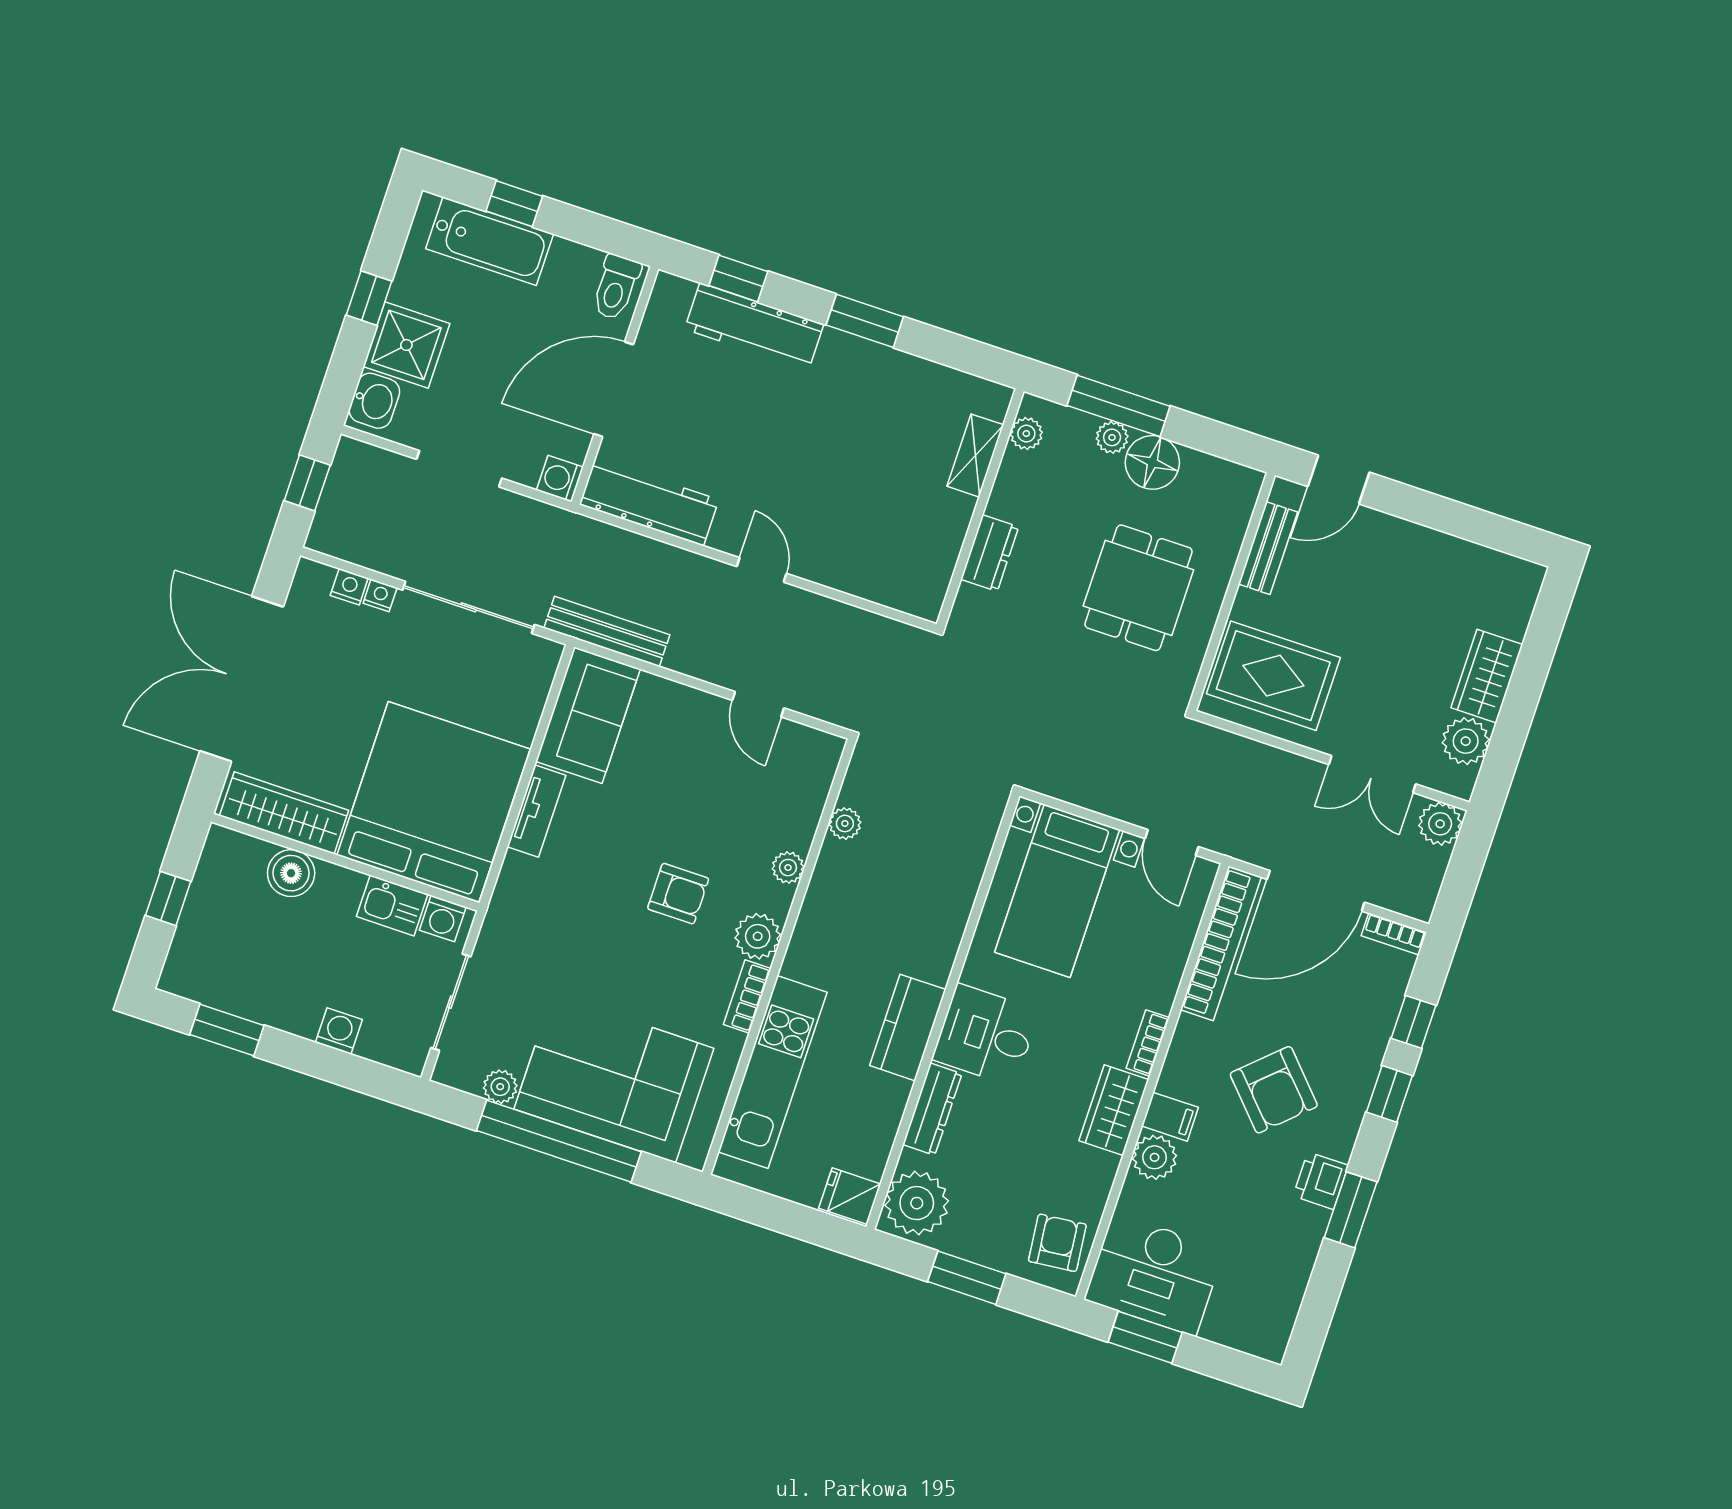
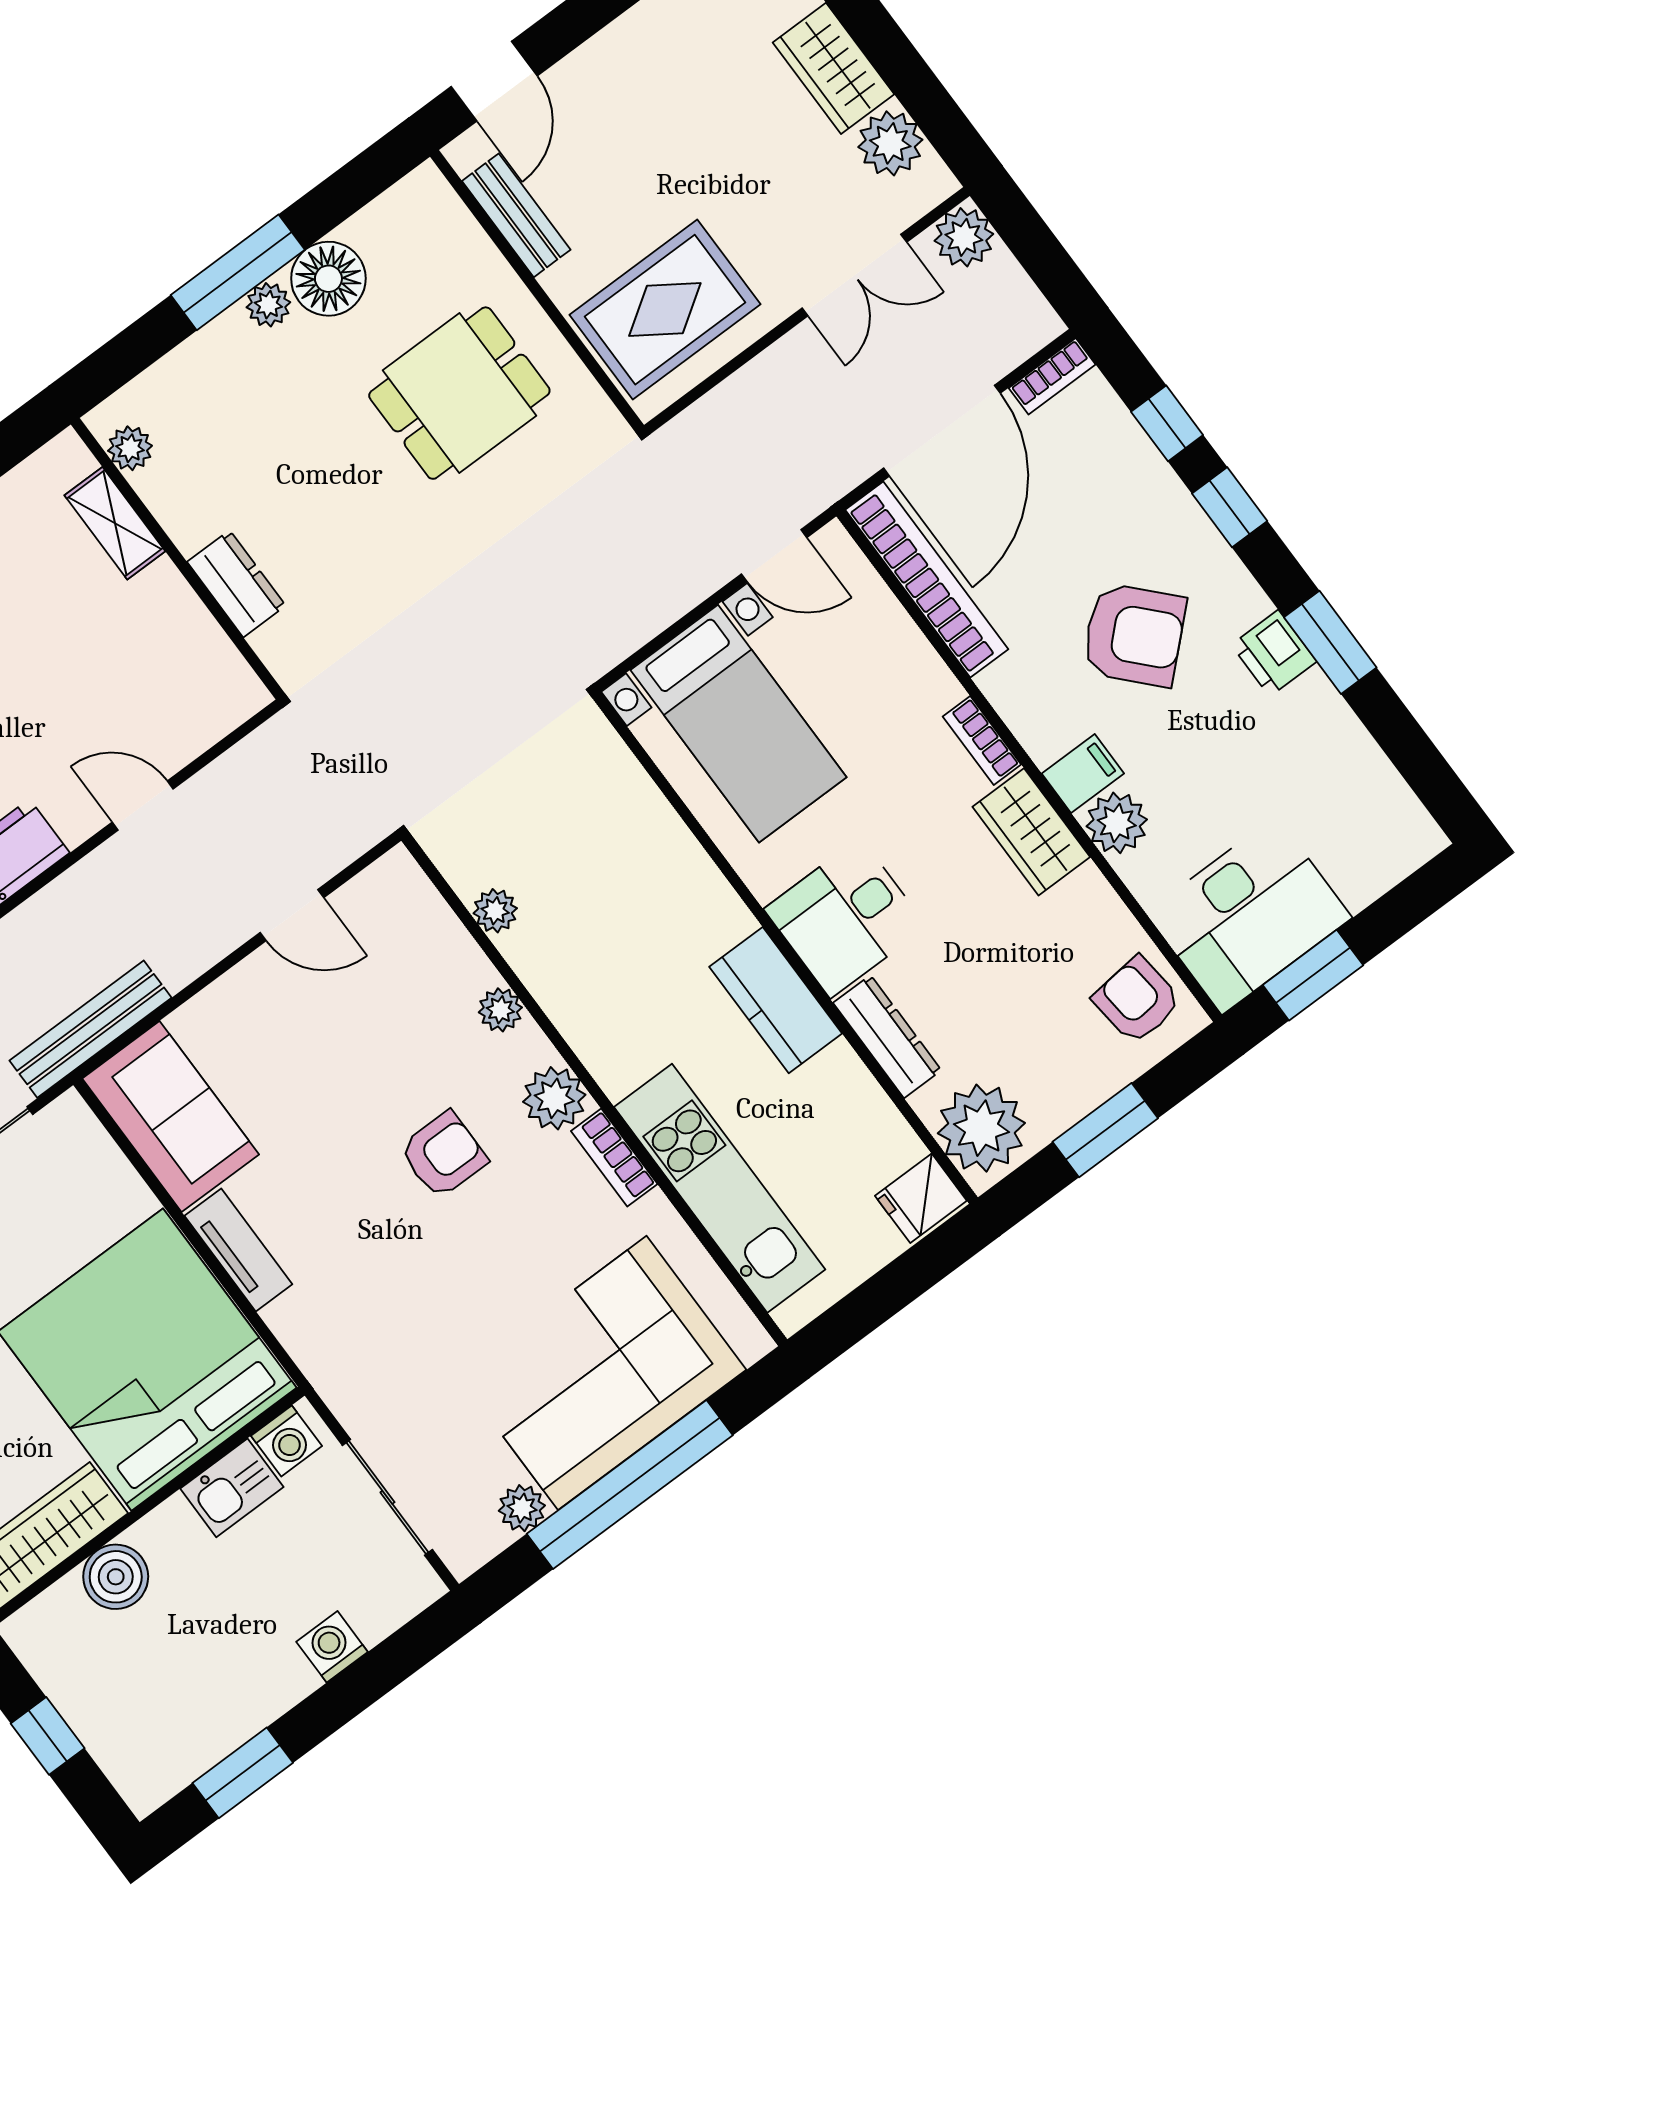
plant: (1026, 434) -> (130, 448), moved
shelving: (975, 456) -> (115, 523), moved
wall: (980, 508) -> (178, 559), moved
dresser: (990, 553) -> (236, 584), moved
dining table: (1138, 588) -> (459, 393), turned 90

